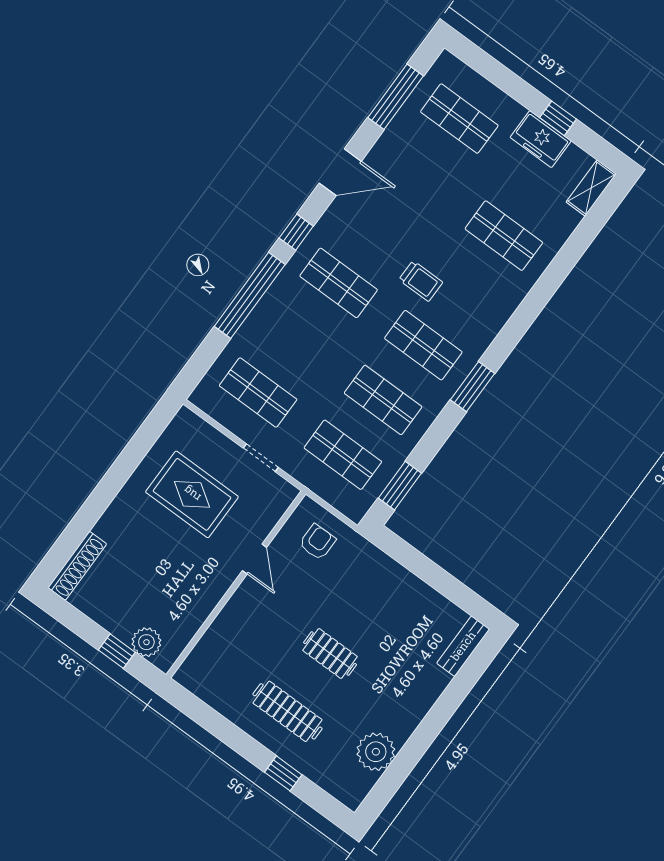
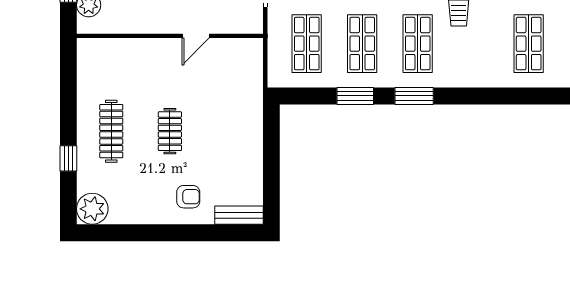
window: (400, 486) -> (355, 96), moved
armchair: (317, 542) -> (188, 197), moved
plant: (376, 752) -> (92, 209), moved

